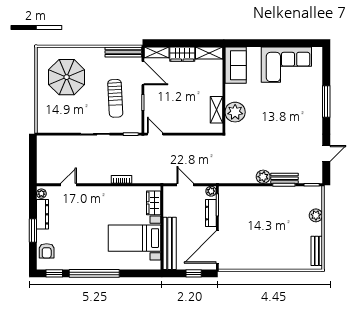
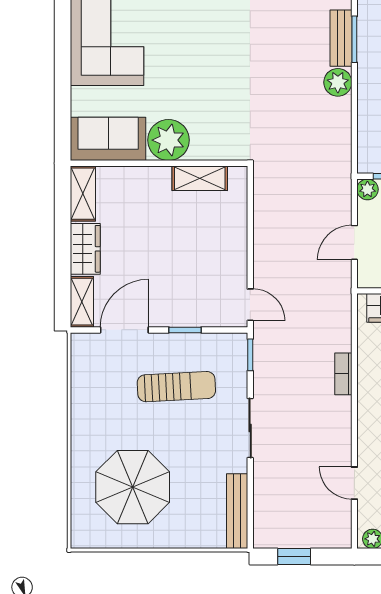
bench: (123, 52) -> (237, 511), moved
plant: (235, 112) -> (168, 140), moved
door: (155, 134) -> (250, 305), swing flipped
window: (33, 155) -> (294, 557), added

